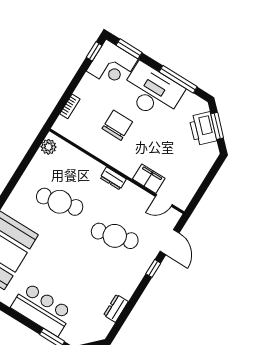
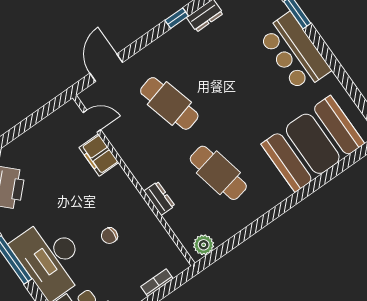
chair: (117, 125) -> (109, 236), width x0.54, depth x0.54
dresser: (113, 178) -> (159, 198), moved
window: (153, 268) -> (177, 18), moved

